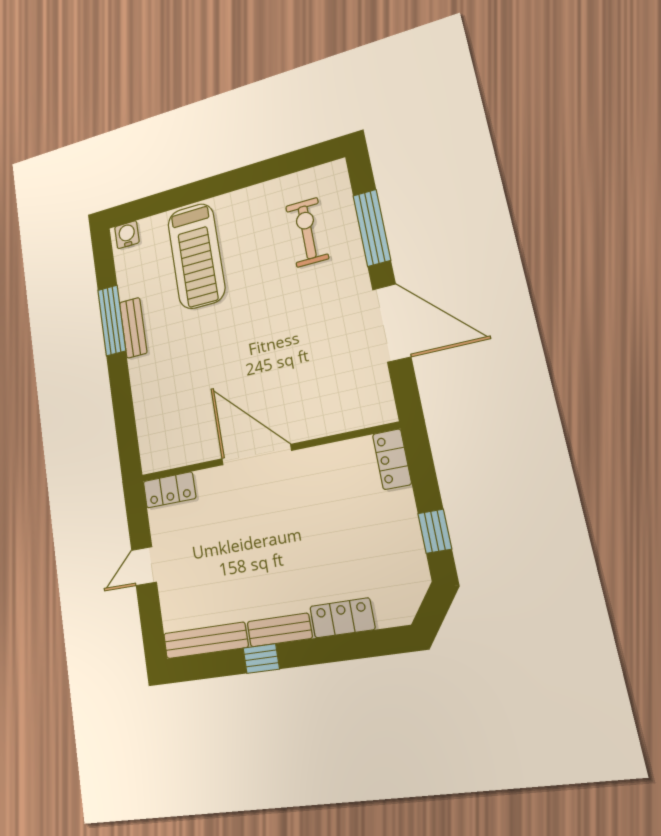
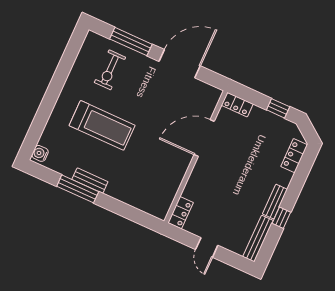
exercise bike: (307, 232) -> (110, 70), turned -90
treadmill: (196, 256) -> (102, 125), moved
door: (256, 455) -> (204, 138), moved
locker: (342, 618) -> (294, 156), moved

